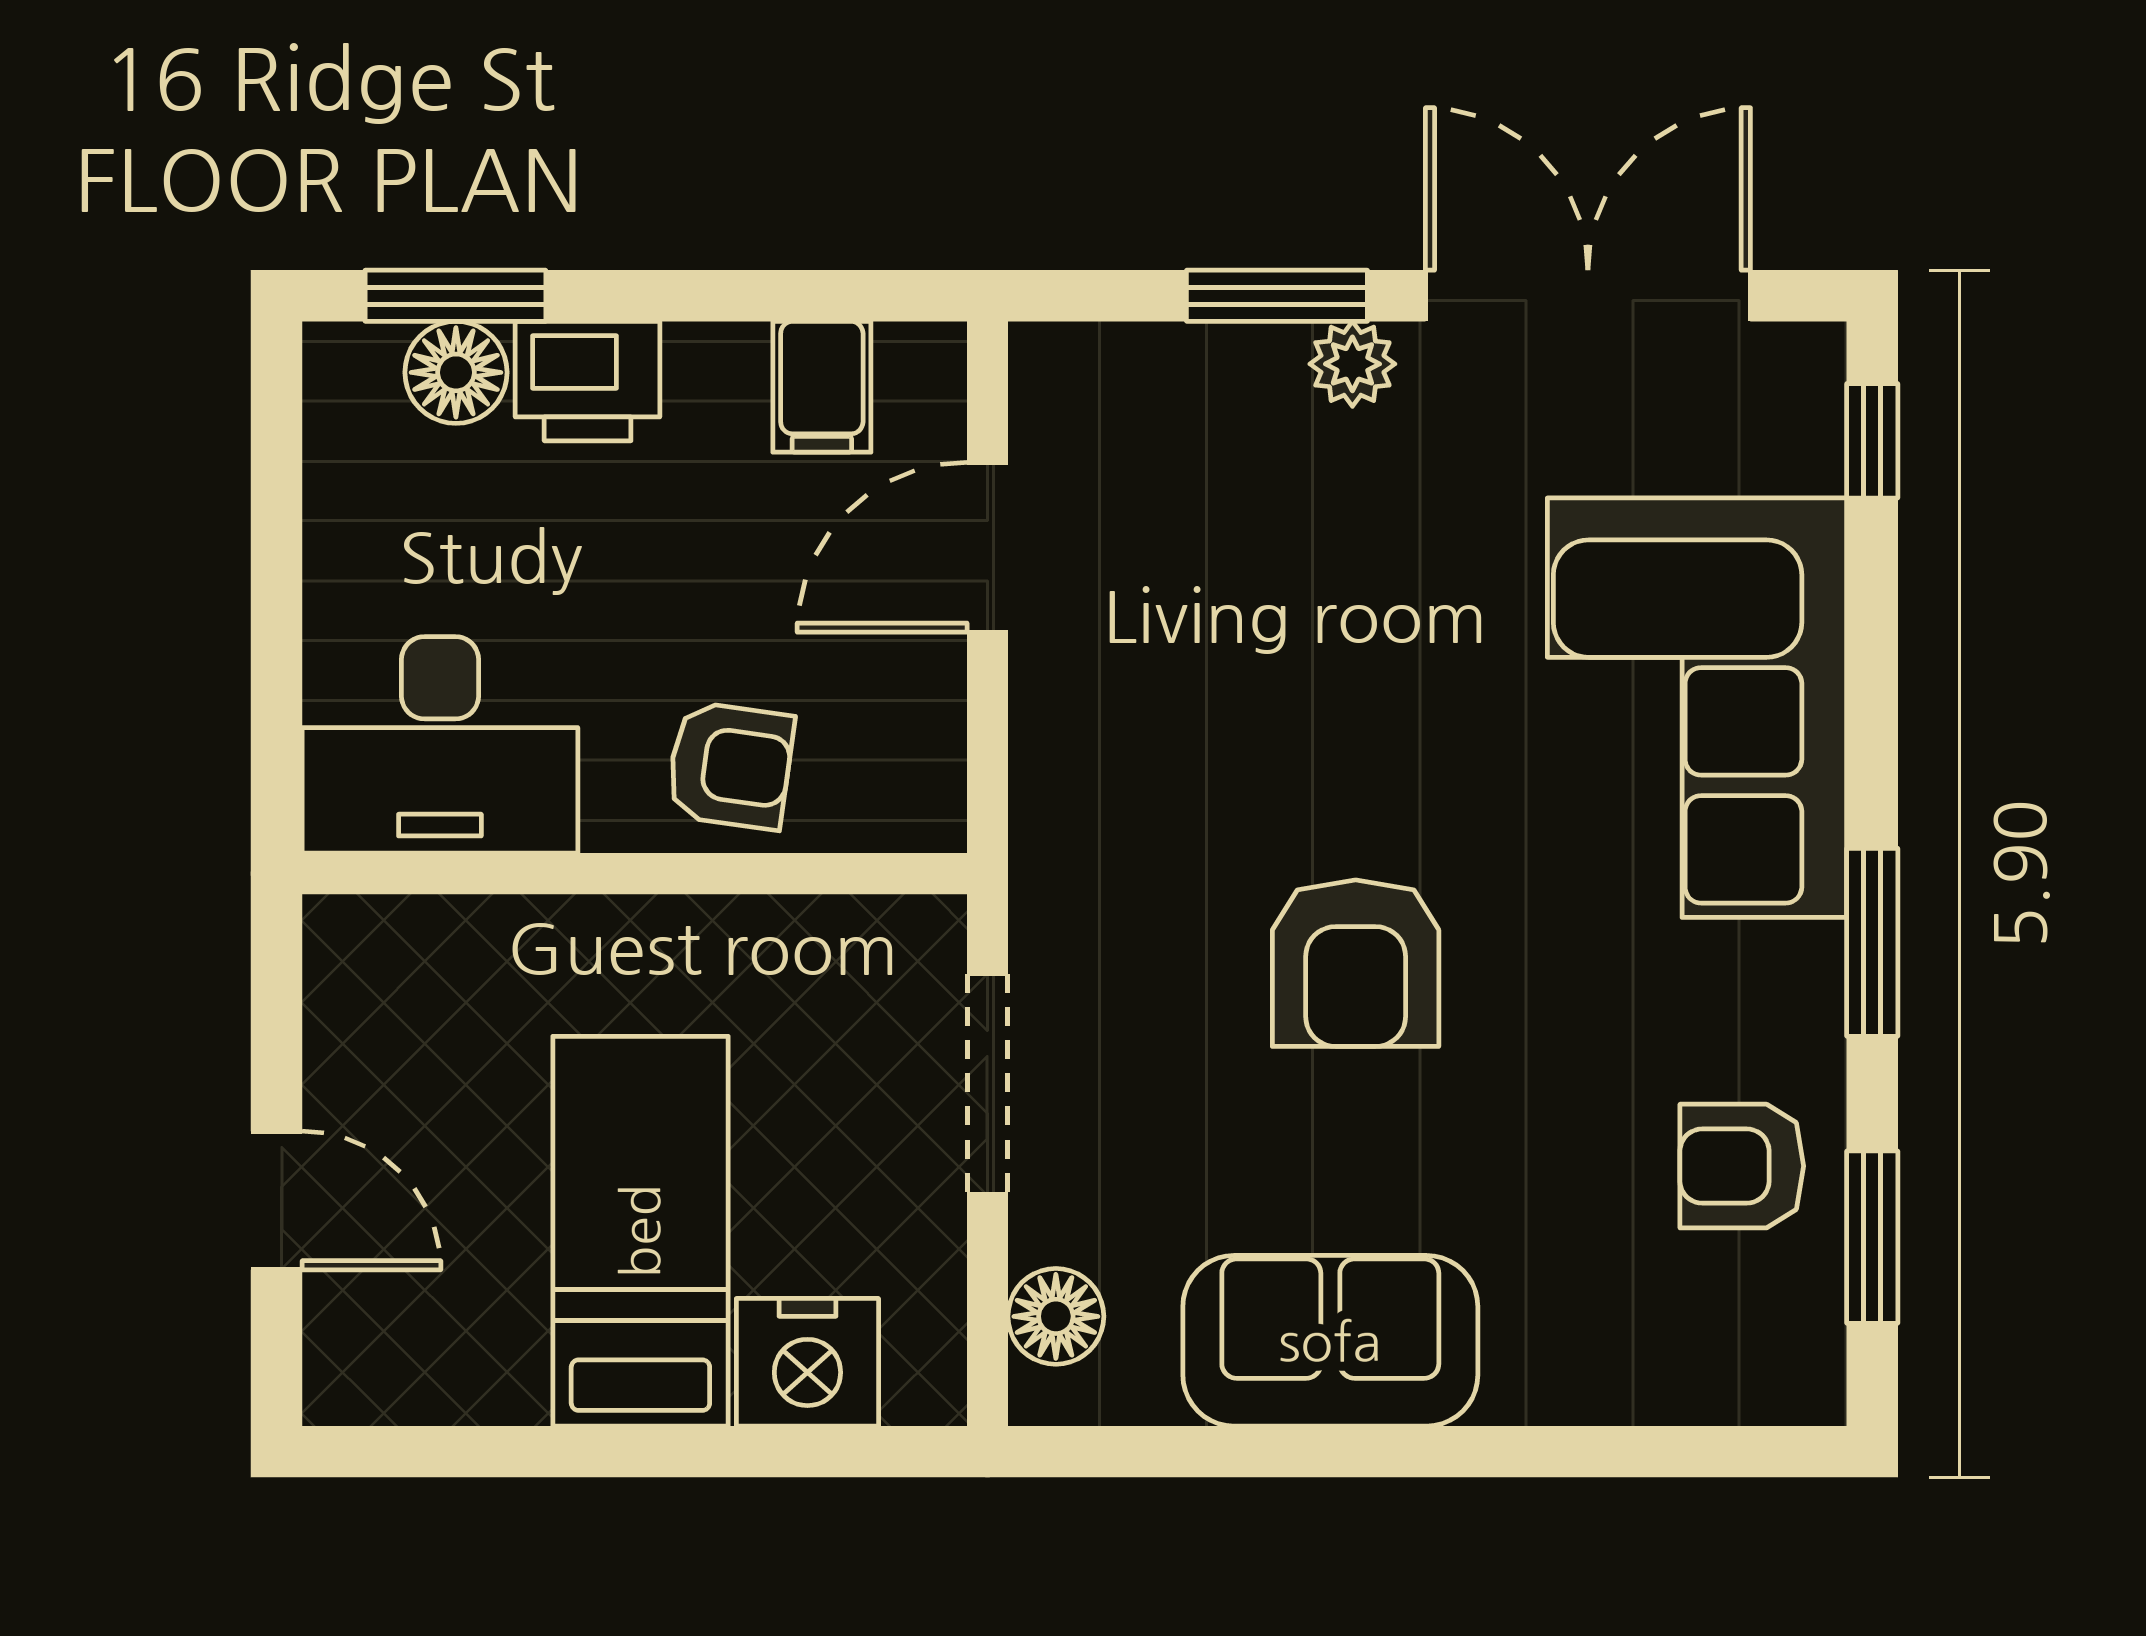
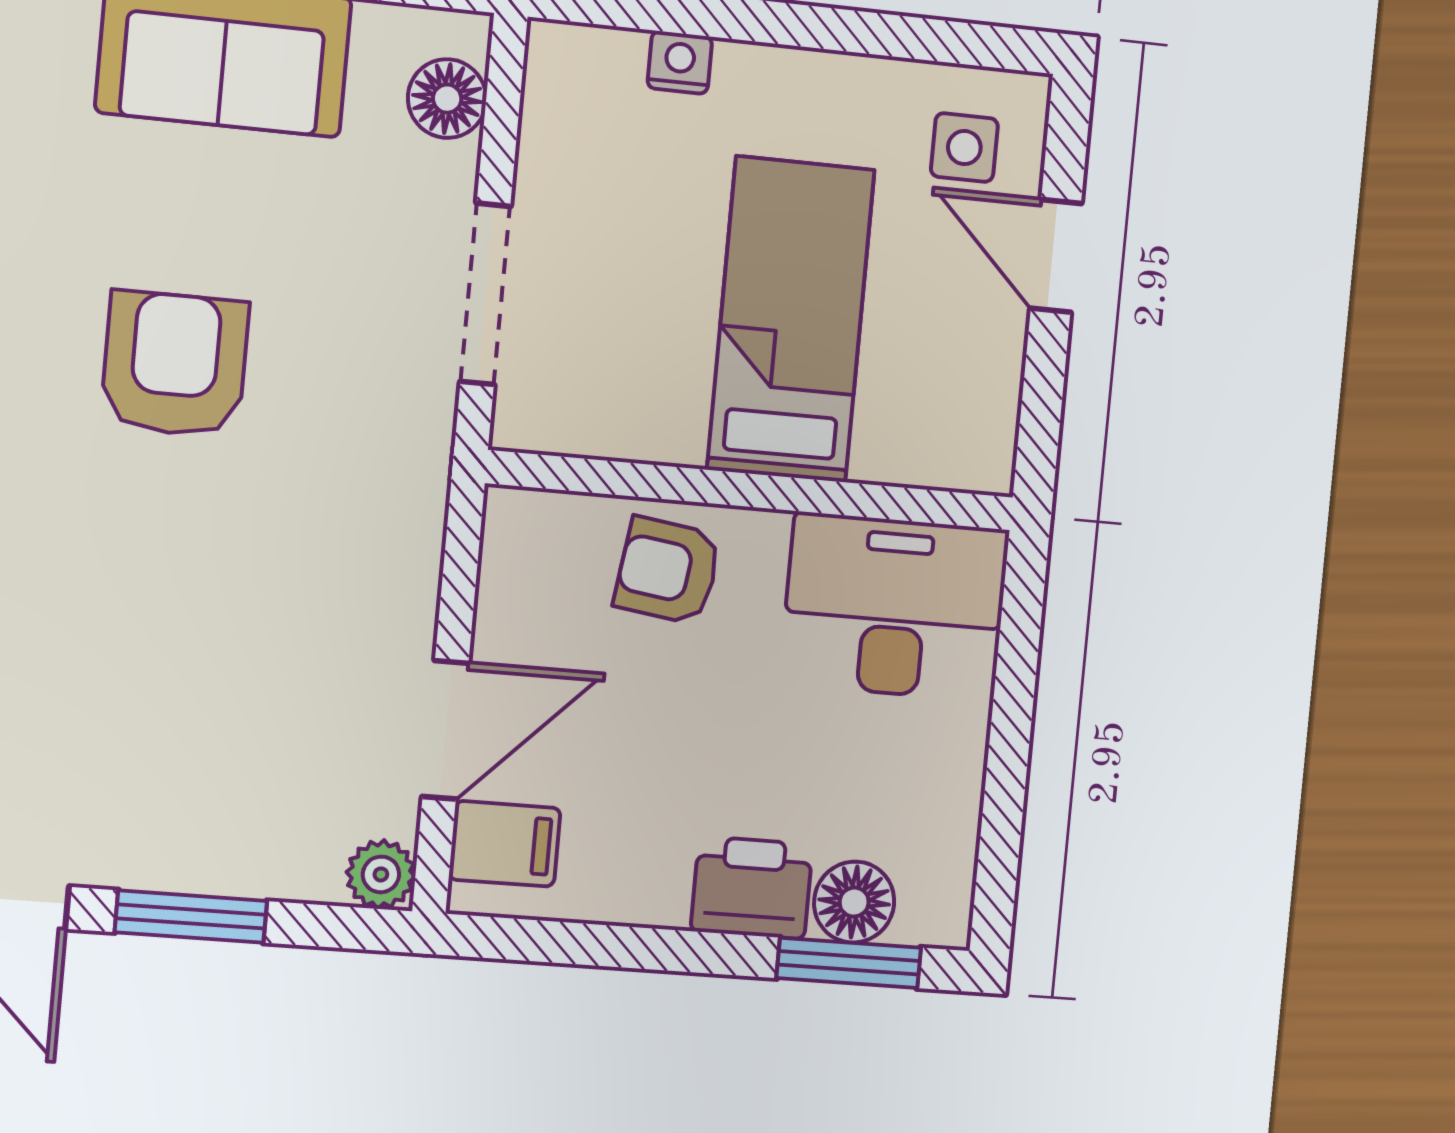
plant: (1352, 364) -> (381, 874), moved
filing cabinet: (822, 387) -> (505, 844), moved, turned 90
bed: (640, 1231) -> (791, 320), moved, turned 180
side table: (407, 1323) -> (964, 148), added
nightstand: (807, 1362) -> (680, 62), width x0.53, depth x0.56

